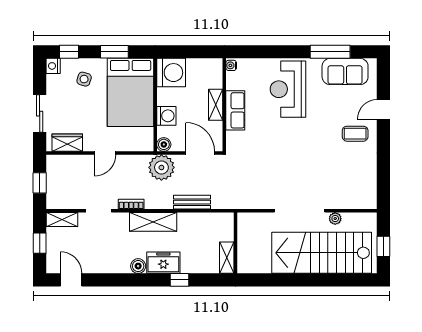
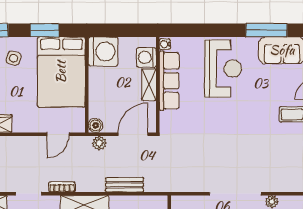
reception desk: (288, 89) -> (223, 69), turned 180
row of seats: (235, 110) -> (169, 81), width x1.48
washing machine: (166, 116) -> (146, 57), moved, turned 180
door: (105, 153) -> (58, 134), moved
door: (200, 153) -> (133, 134), hinge flipped
plant: (161, 167) -> (99, 143), width x0.53, depth x0.53

